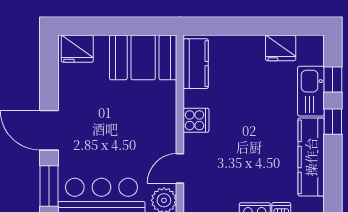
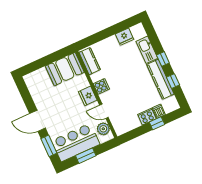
fridge: (77, 49) -> (88, 96), moved, turned 90
window: (333, 79) -> (173, 81), moved
door: (180, 168) -> (104, 111), hinge flipped

